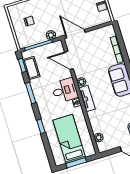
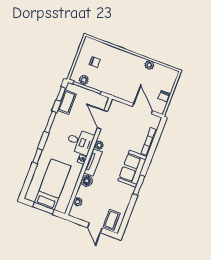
door: (75, 34) -> (142, 109), moved
plant: (51, 35) -> (84, 80), moved
floor lamp: (93, 116) -> (87, 181), added

